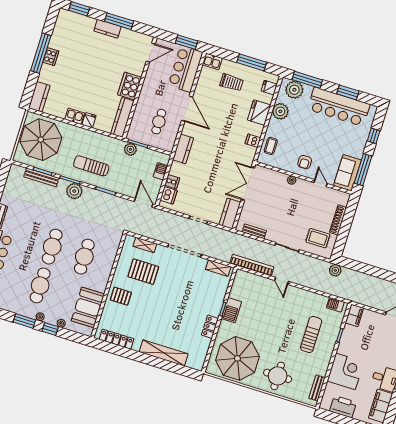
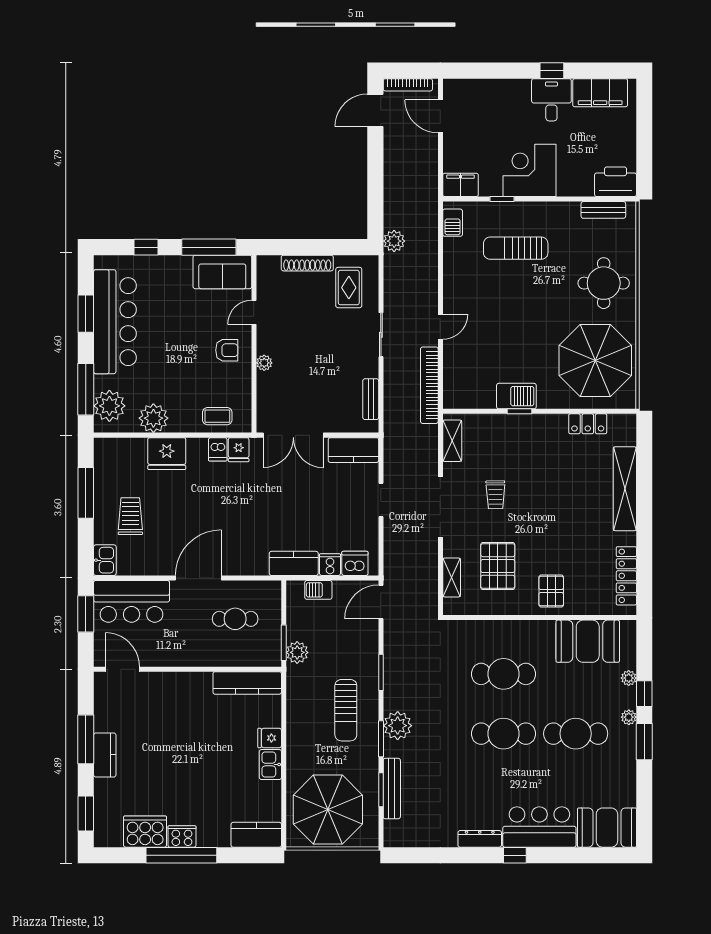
cooker: (130, 86) -> (145, 832), moved, turned 180
fridge: (269, 88) -> (239, 450), moved
kitchen counter: (183, 149) -> (294, 563), moved
trolley: (182, 282) -> (495, 495), added
locker: (210, 327) -> (588, 424), moved
corner desk: (345, 371) -> (530, 170), moved
printer: (343, 407) -> (616, 182), moved, turned 90

